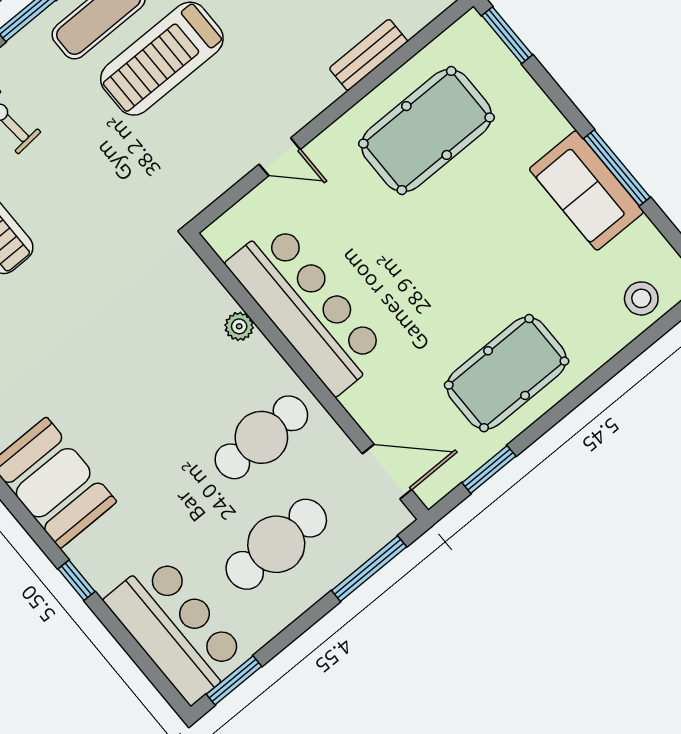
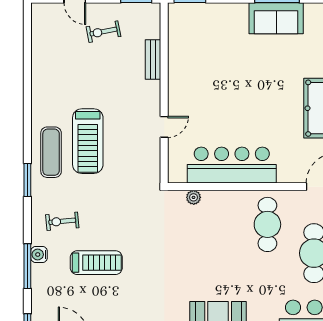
pool table: (427, 131) -> (201, 61), removed
plant: (239, 326) -> (194, 197), moved

